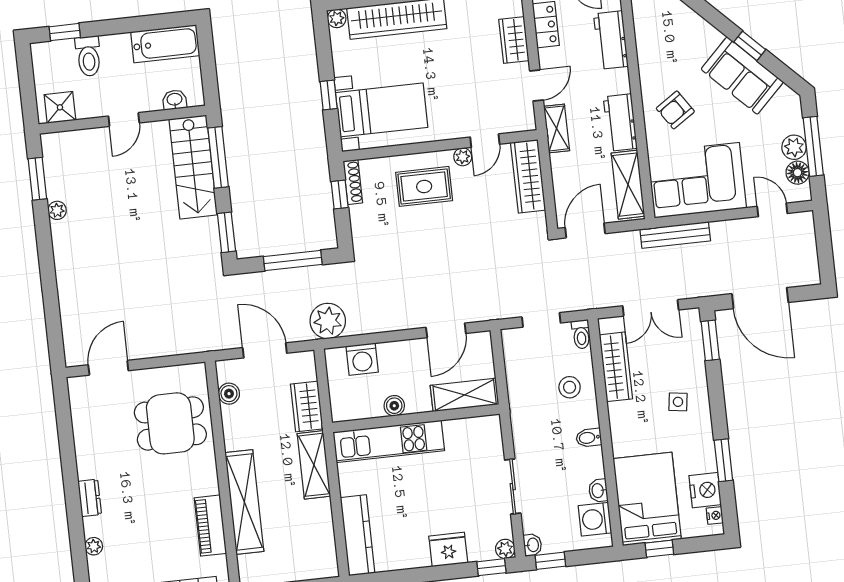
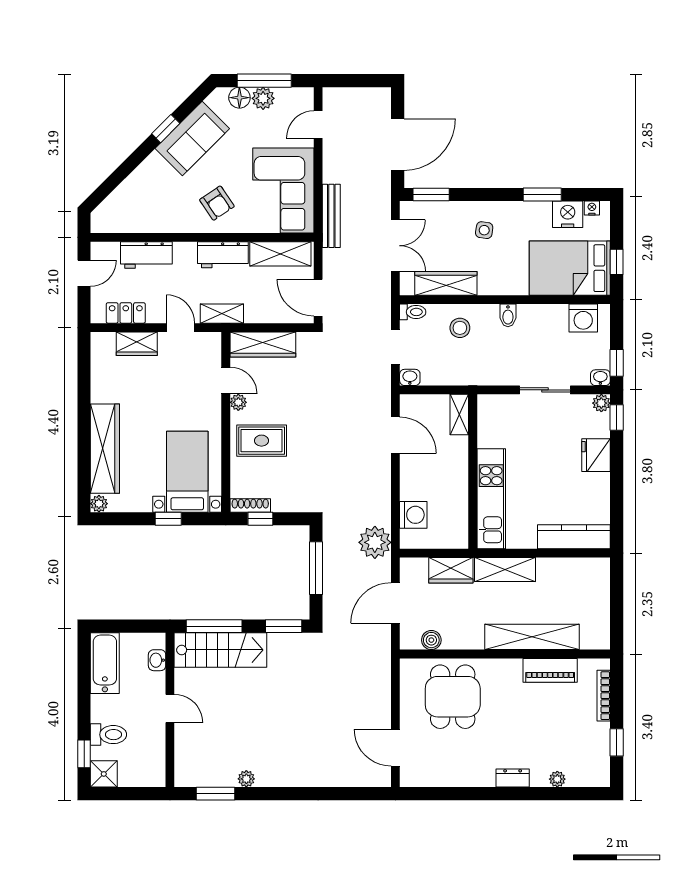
shower: (60, 107) -> (104, 774), moved
floor lamp: (798, 173) -> (239, 98), moved
rug: (424, 186) -> (262, 441), turned 90
shelving: (465, 395) -> (459, 415), width x0.67, depth x0.75
boiler: (394, 406) -> (459, 490), removed
washbasin: (598, 491) -> (410, 377), moved, turned 180

